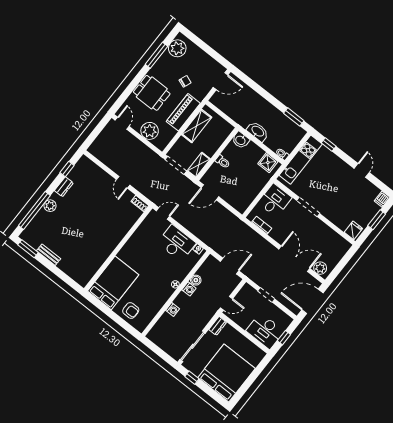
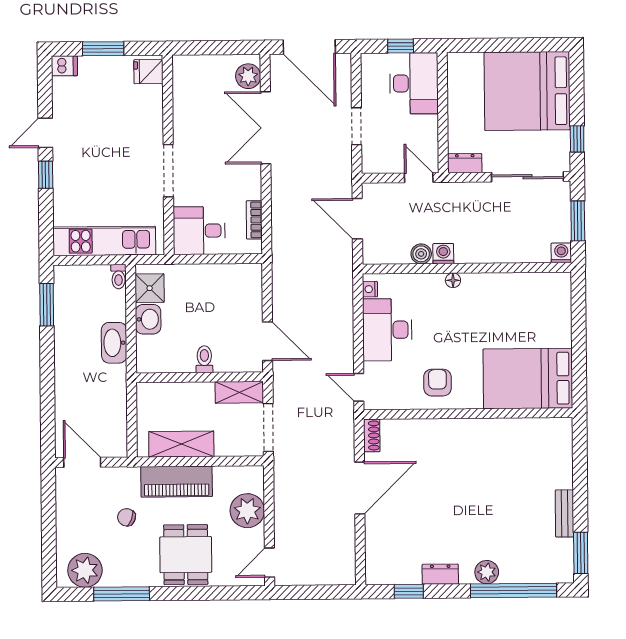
washbasin: (241, 140) -> (148, 319), moved
window: (329, 144) -> (46, 175), moved
door: (123, 182) -> (360, 488), width x1.88
washing machine: (173, 309) -> (561, 253), moved
armchair: (131, 310) -> (437, 383), moved
window: (159, 352) -> (578, 221), added

